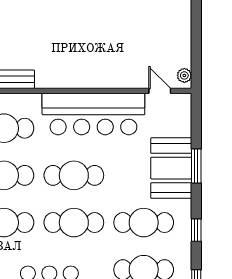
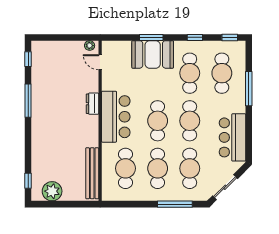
dresser: (99, 80) -> (93, 104), added
door: (160, 91) -> (100, 62), hinge flipped
bar counter: (93, 114) -> (116, 117), width x0.73

